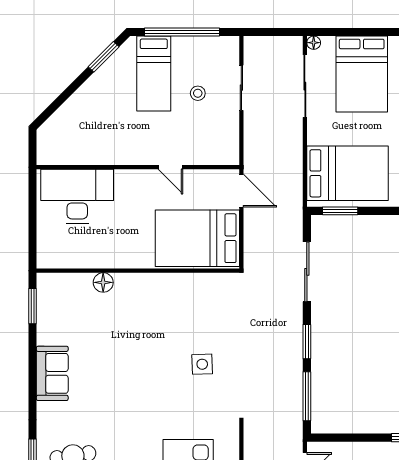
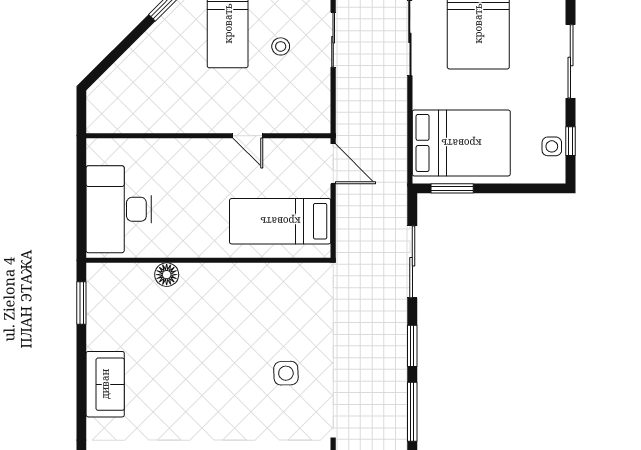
desk: (77, 196) -> (119, 209), moved, turned -90
bed: (197, 238) -> (280, 221), width x0.67

